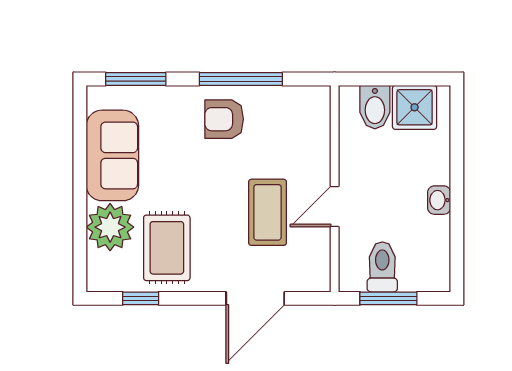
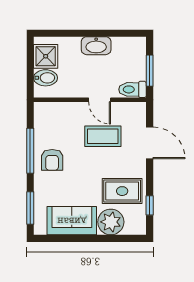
washbasin: (439, 200) -> (96, 46), width x1.91, depth x1.45
toilet: (382, 267) -> (133, 89), moved

